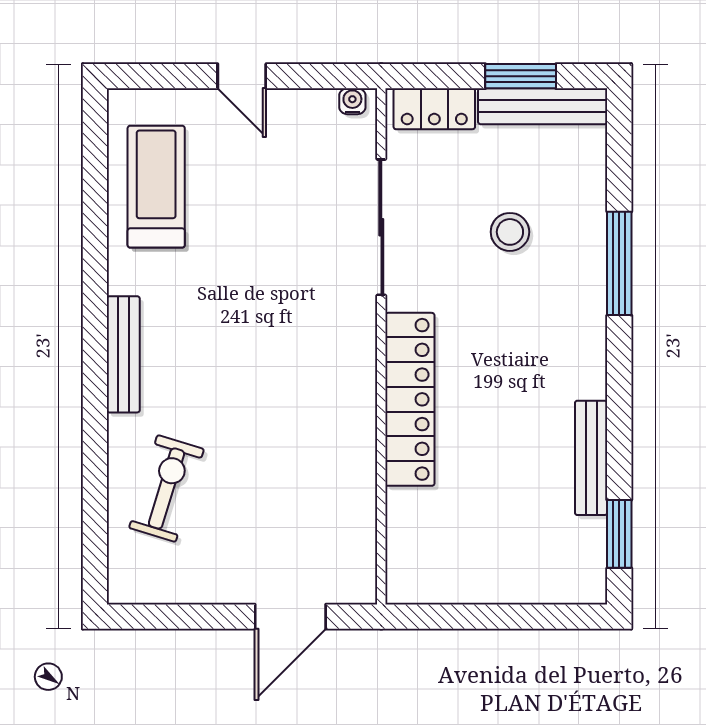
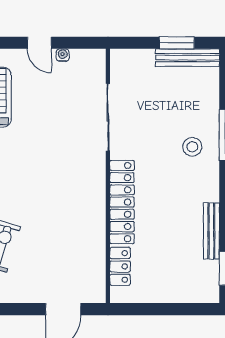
water cooler: (352, 101) -> (63, 55), moved
locker: (434, 109) -> (120, 266), moved, turned -90
stool: (510, 232) -> (192, 147), moved

